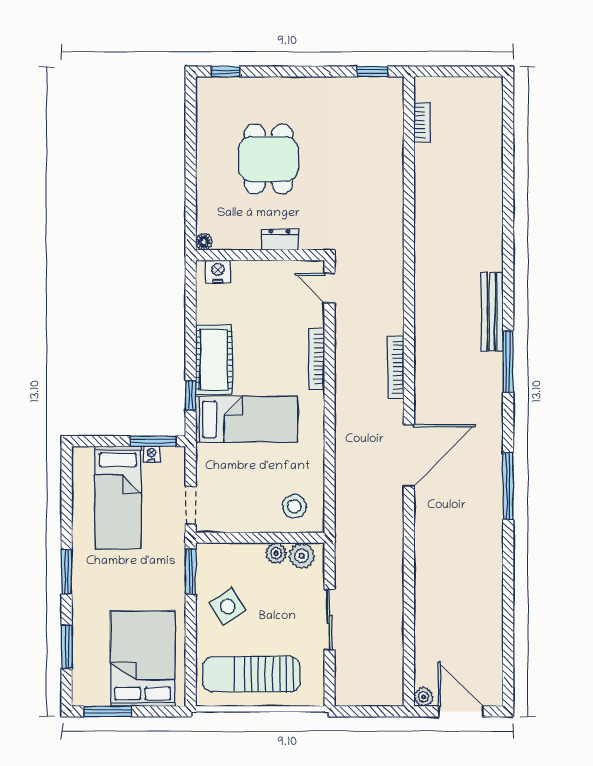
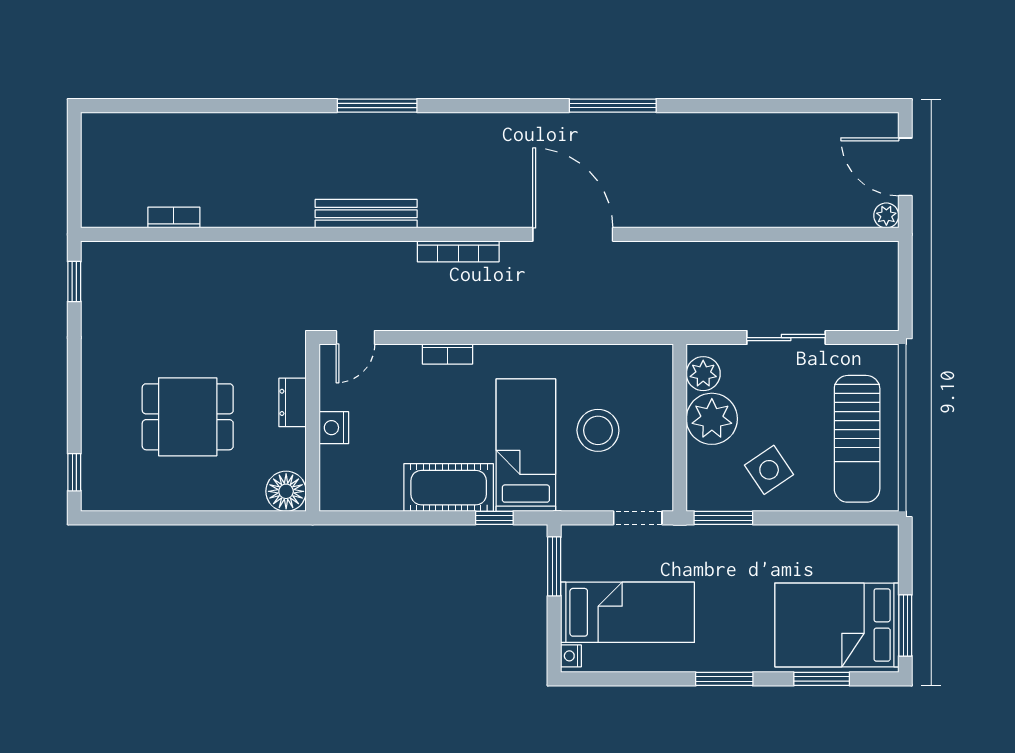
bookcase: (422, 122) -> (174, 218), moved
floor lamp: (204, 242) -> (286, 491), width x1.89, depth x1.89
nightstand: (218, 271) -> (334, 428), moved
bench: (492, 312) -> (366, 214), moved
bookcase: (317, 359) -> (447, 354), width x0.64
window: (508, 362) -> (377, 106), moved
nightstand: (152, 454) -> (571, 656), moved
stool: (294, 506) -> (598, 430), moved, width x1.38, depth x1.38
plant: (276, 553) -> (712, 419), width x1.87, depth x1.87
bed: (143, 659) -> (837, 625), moved
door: (461, 711) -> (905, 167), hinge flipped

